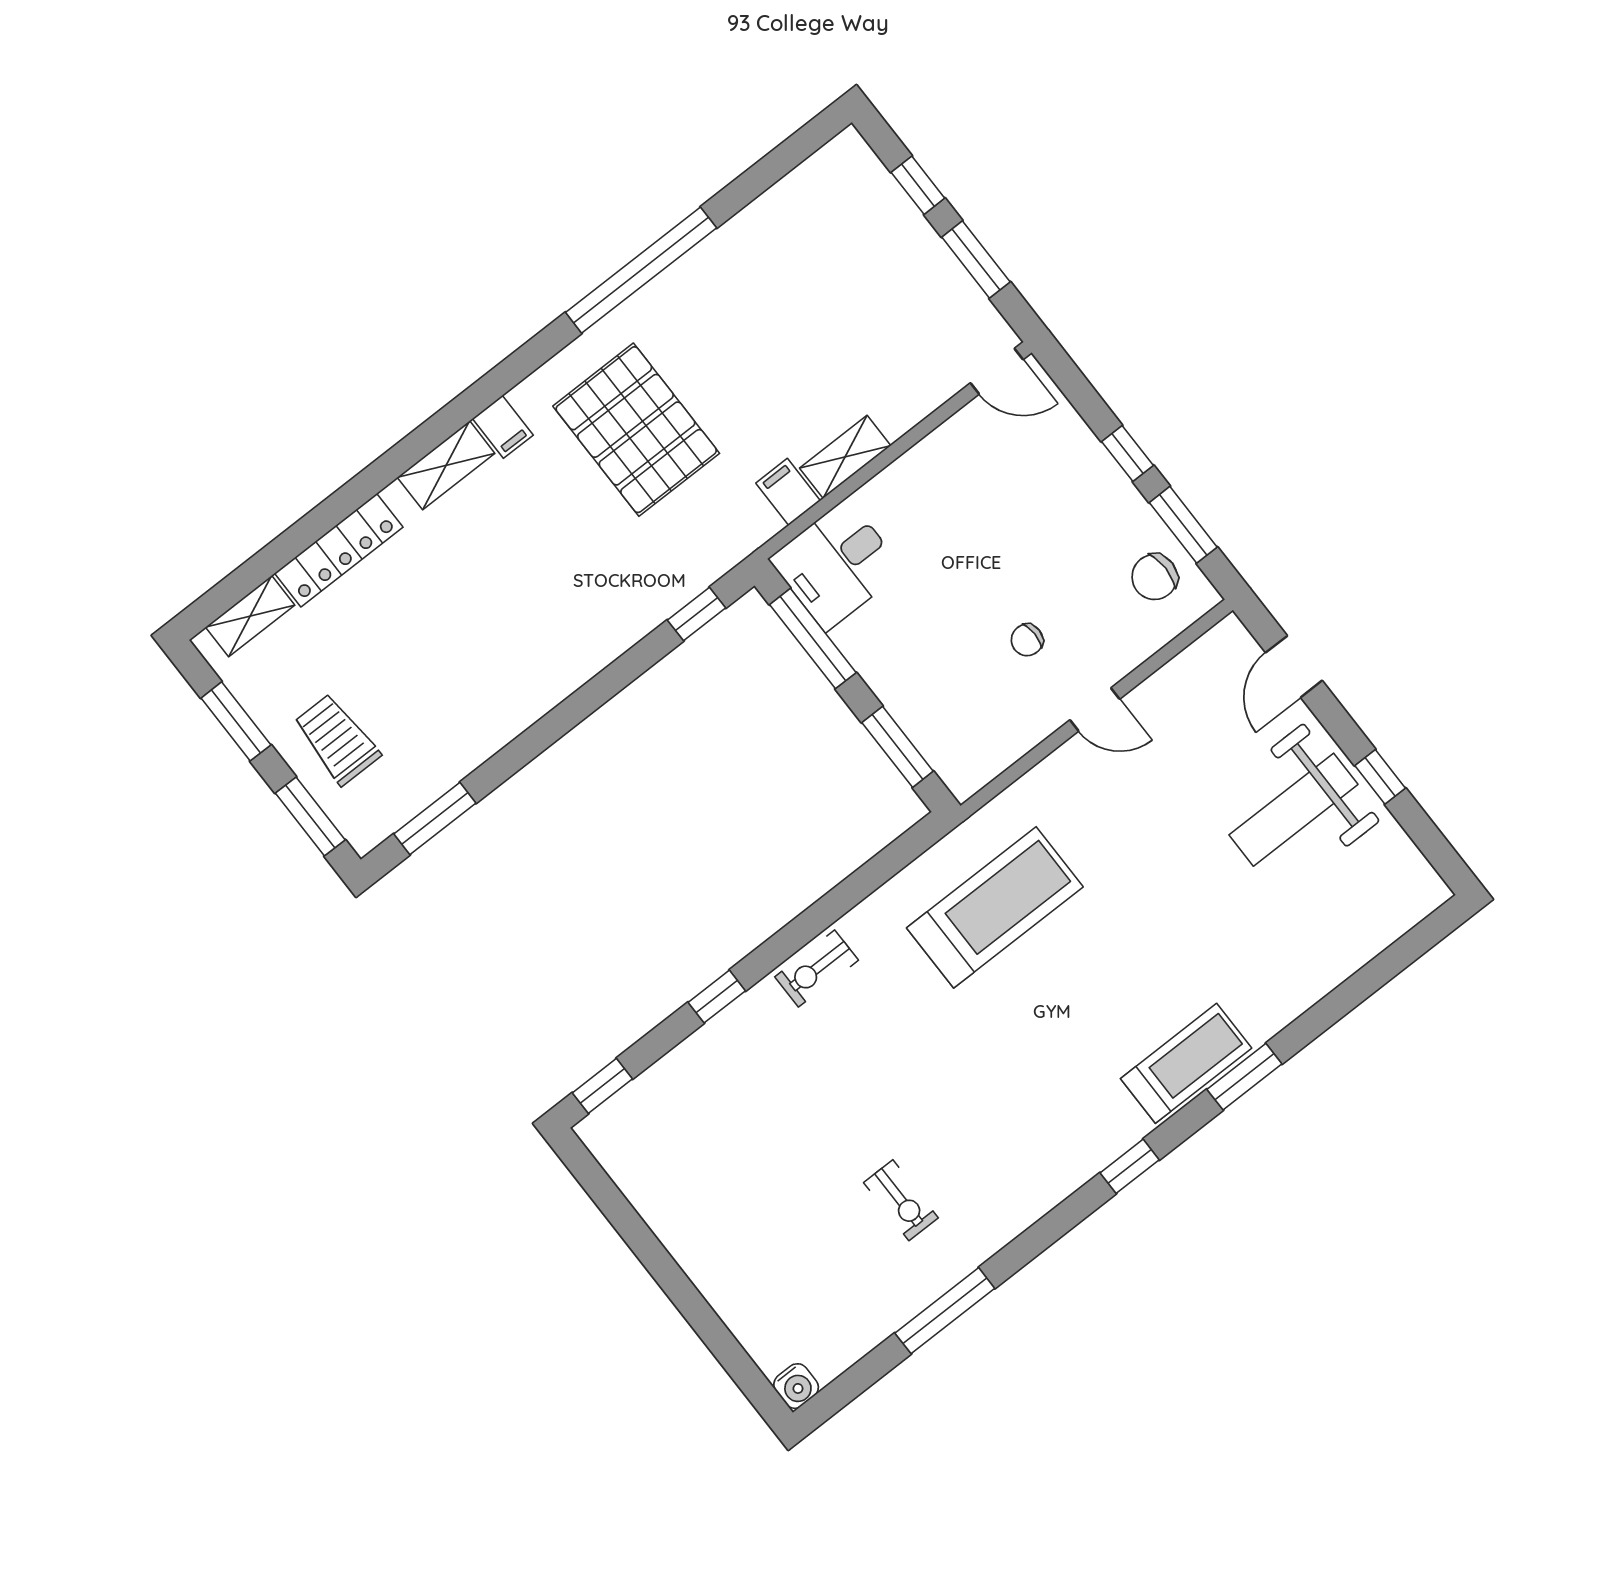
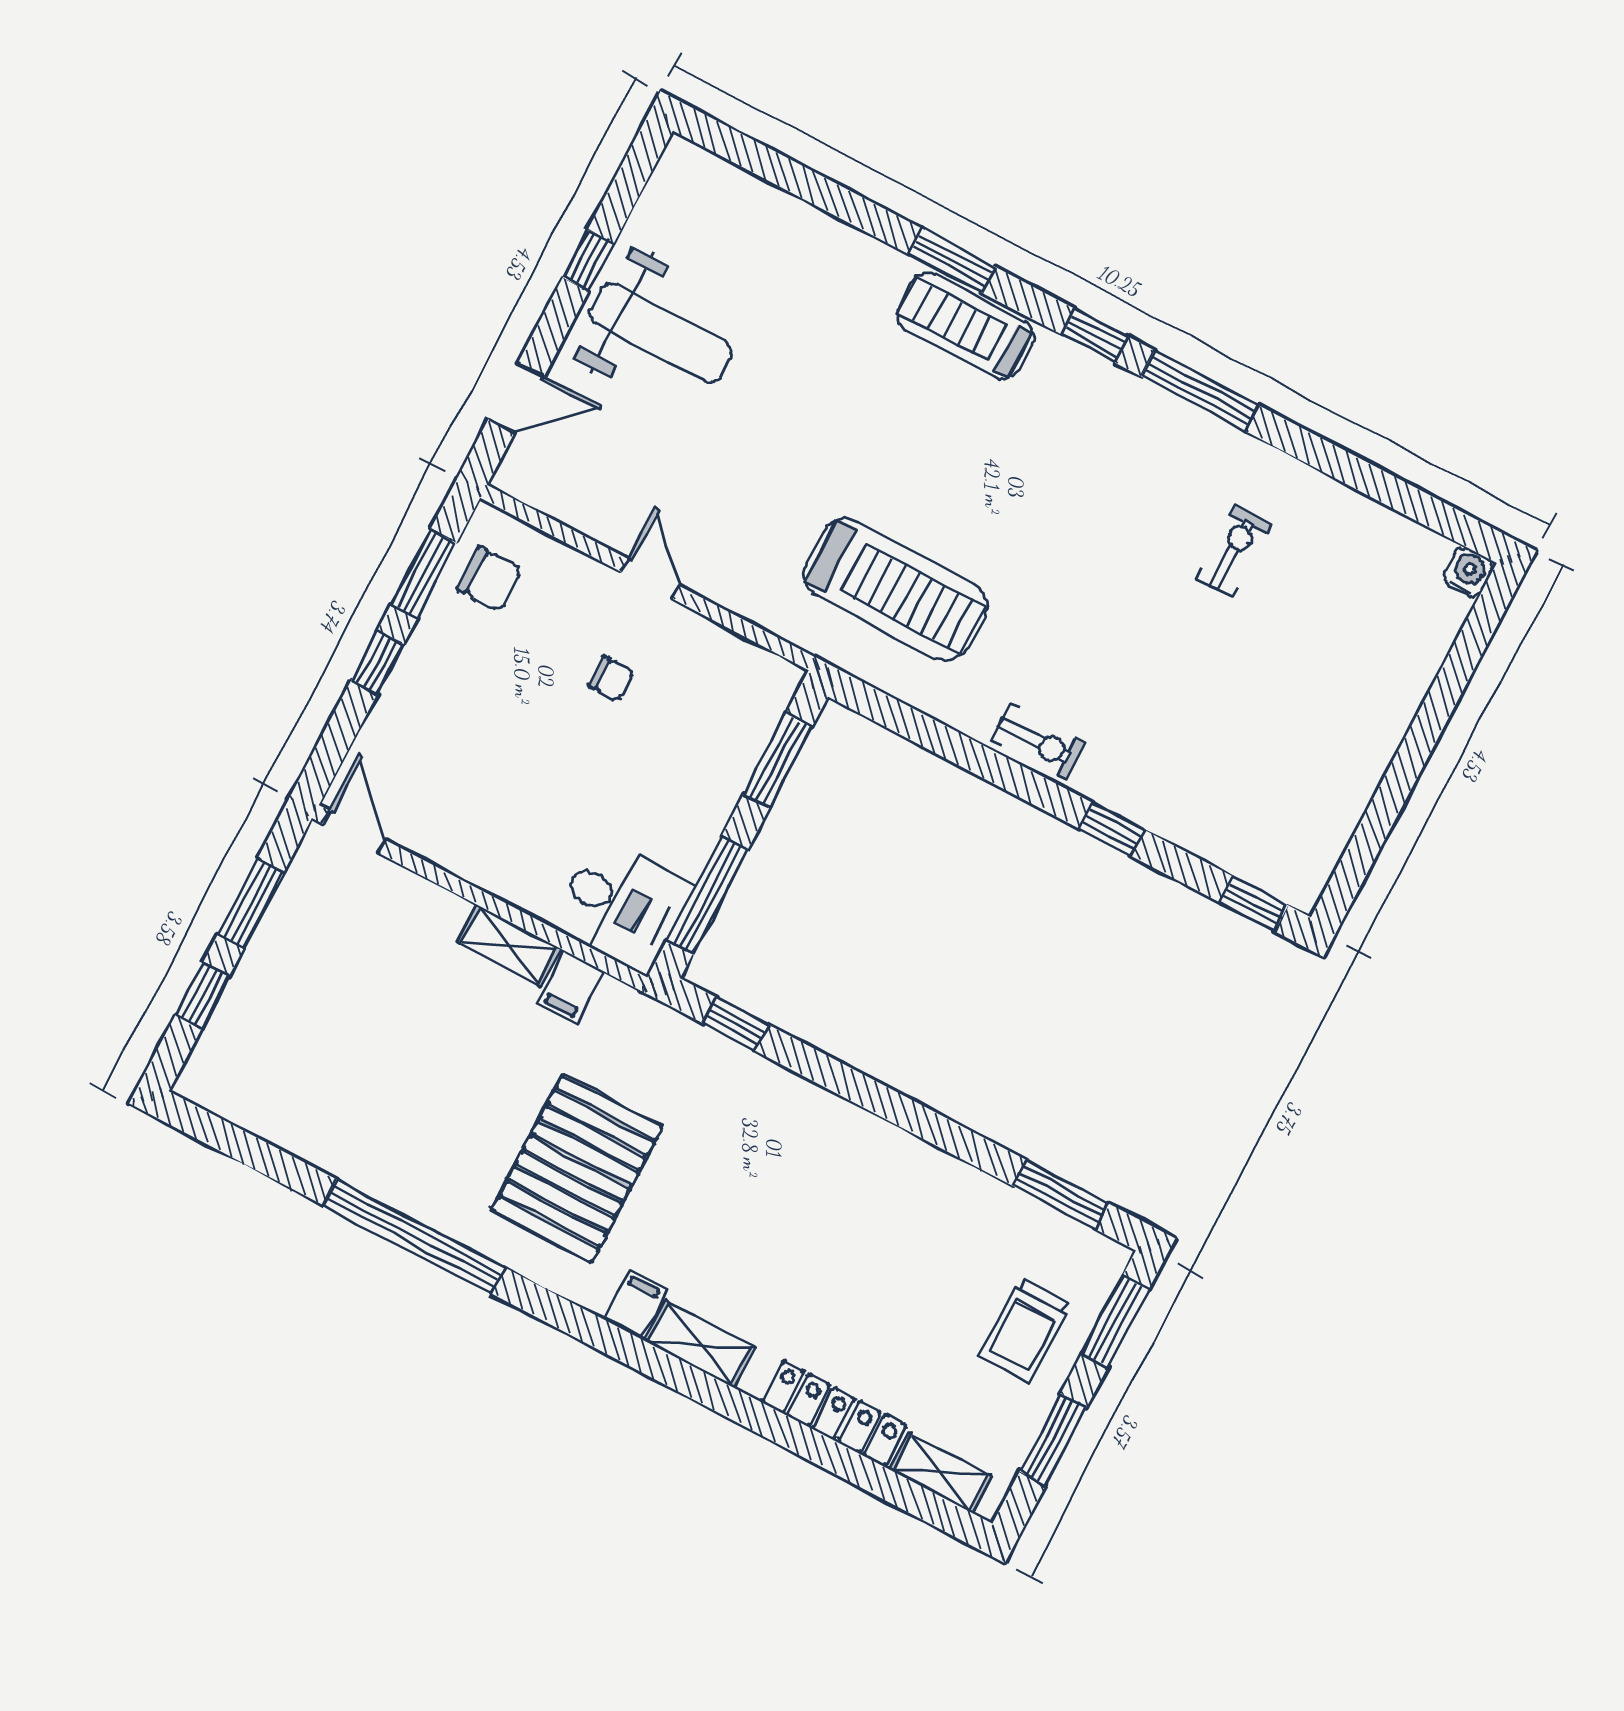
treadmill: (995, 907) -> (895, 589), turned 180
window: (945, 1311) -> (1200, 391), moved

